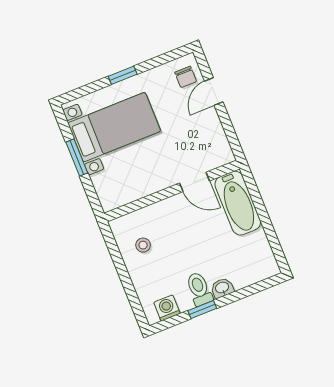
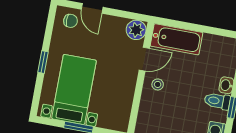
plant: (220, 153) -> (136, 30), added
stool: (143, 245) -> (158, 84), moved

